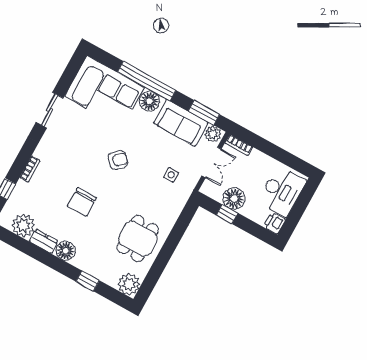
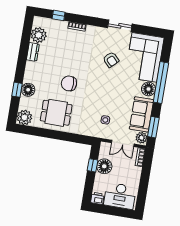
armchair: (118, 160) -> (111, 60), moved
chair: (82, 202) -> (69, 83), moved
floor lamp: (66, 251) -> (28, 90), moved

